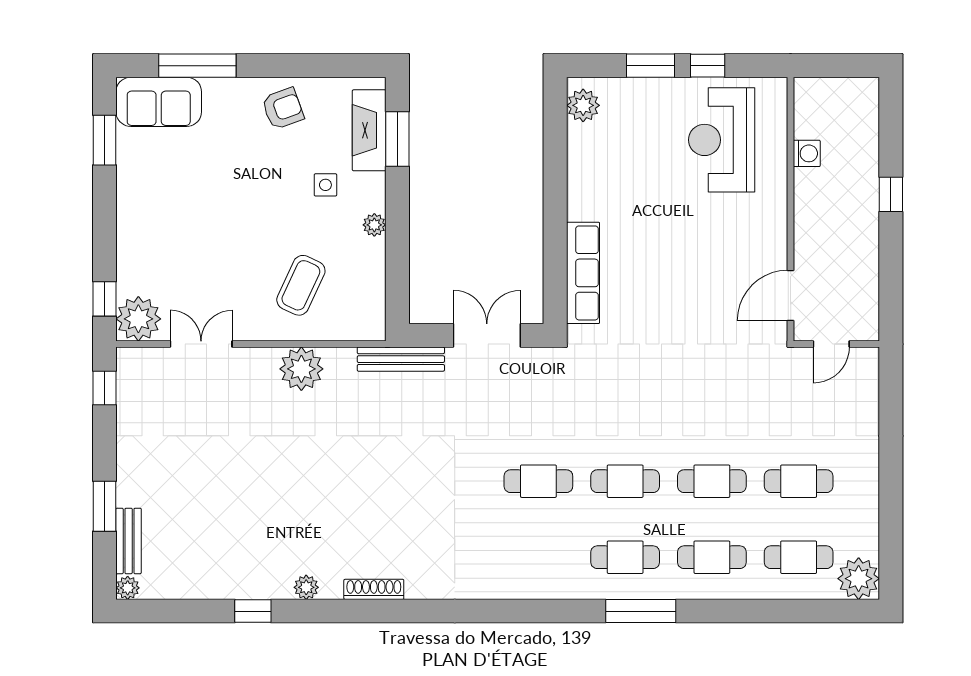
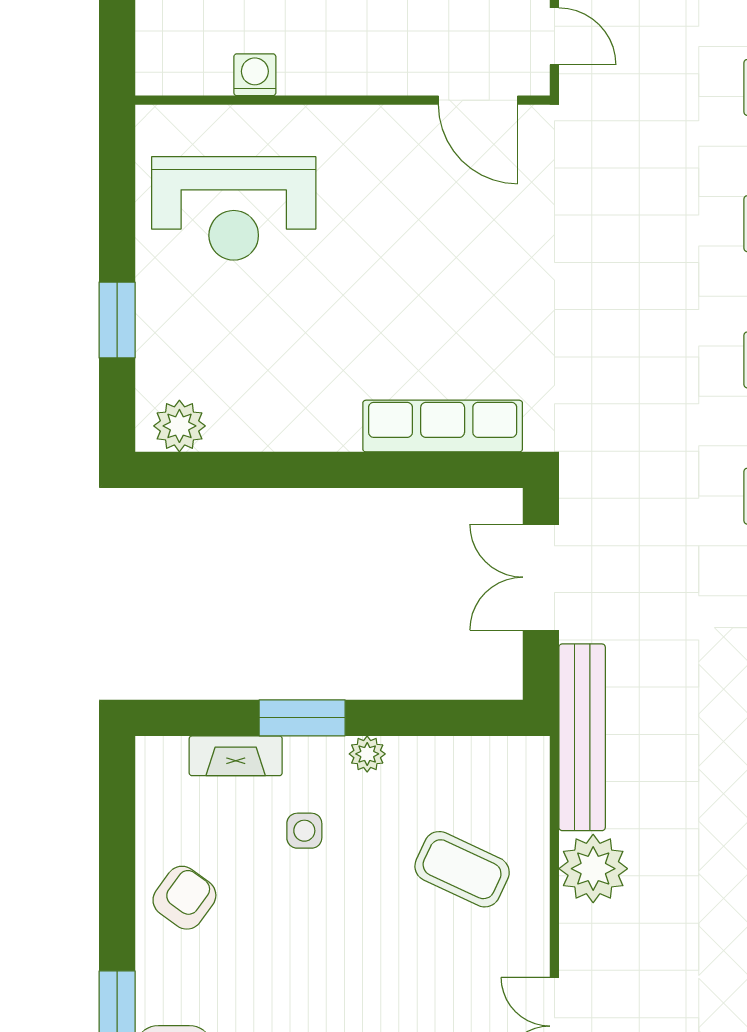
window: (708, 66) -> (117, 230), removed
armchair: (283, 109) -> (184, 898), turned 56
fireplace: (369, 130) -> (236, 756), width x0.73, depth x0.76
window: (397, 139) -> (302, 718), moved
bench: (401, 359) -> (582, 737), width x1.37, depth x1.21

